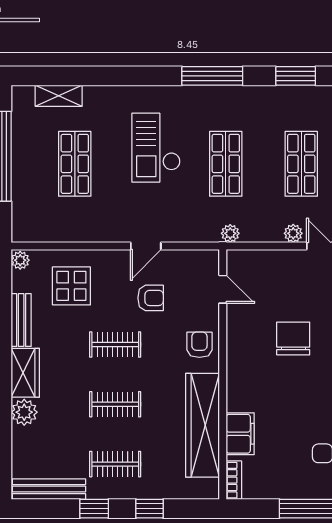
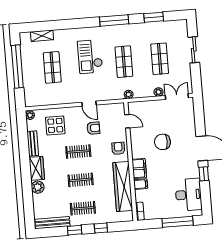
door: (146, 246) -> (89, 104), hinge flipped
chair: (293, 339) -> (162, 142), turned -90
filing cabinet: (240, 390) -> (139, 169), added
filing cabinet: (240, 434) -> (141, 184), width x0.50

